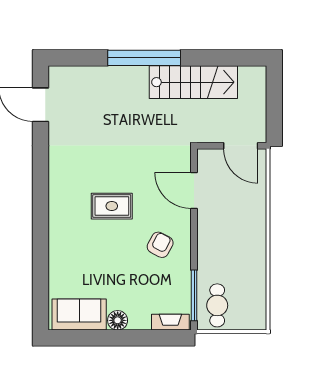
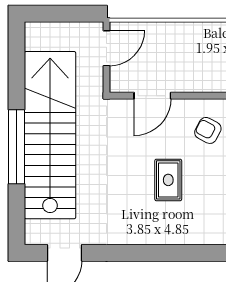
stairs: (193, 82) -> (50, 135), width x1.86, depth x1.51

